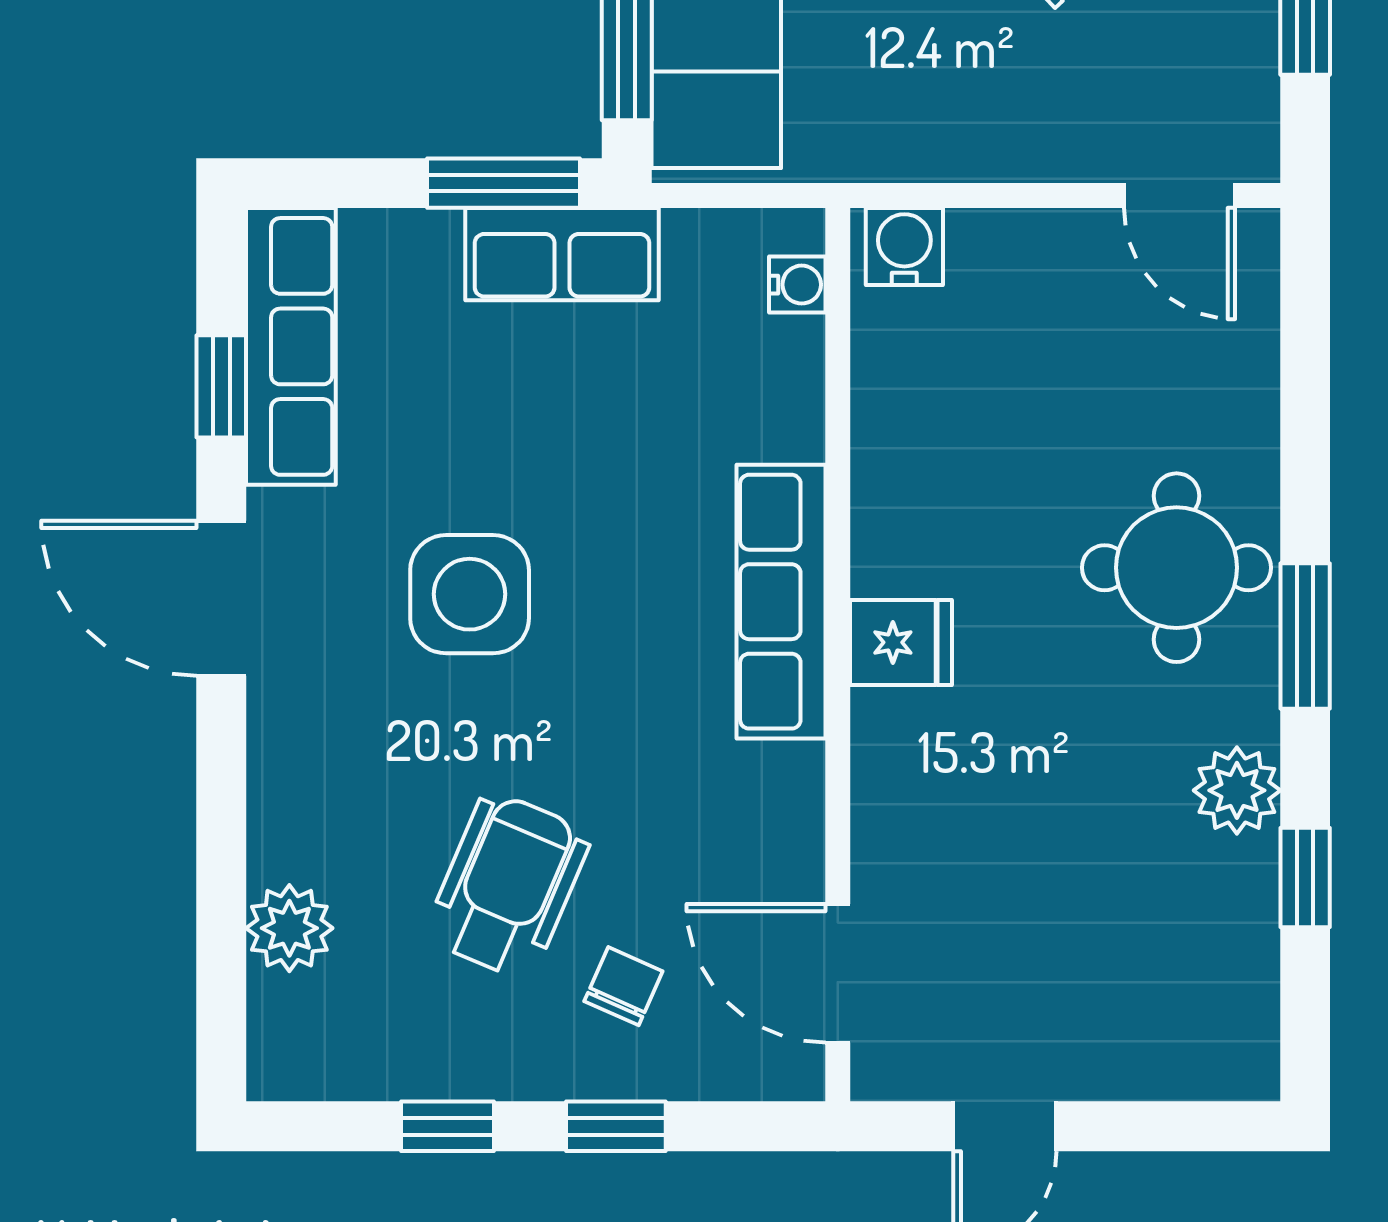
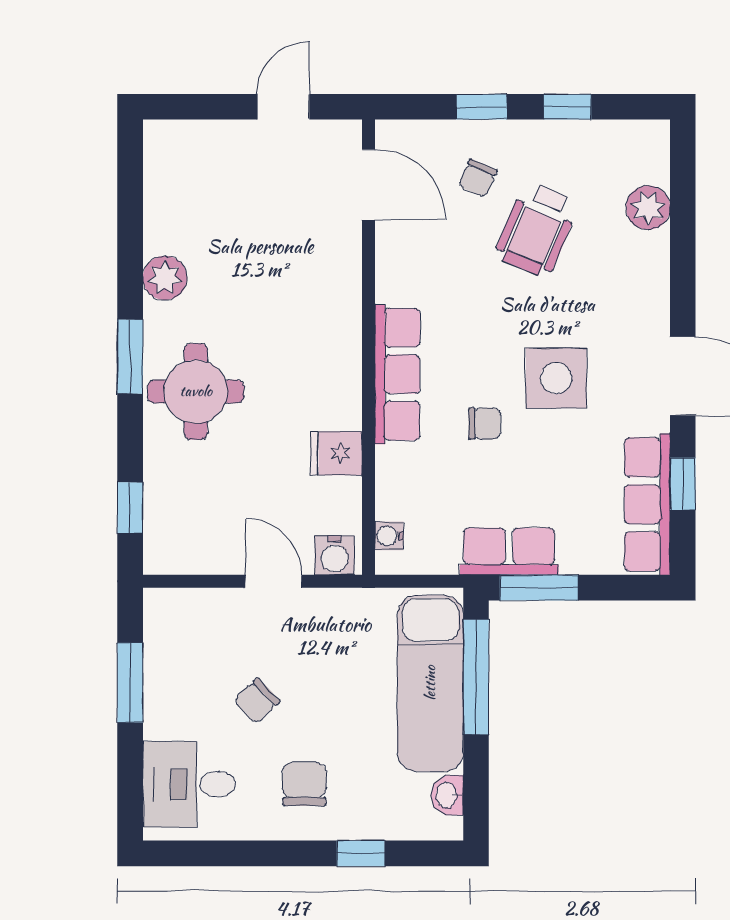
door: (1179, 195) -> (274, 581), moved
chair: (610, 505) -> (485, 423), added
fridge: (901, 642) -> (336, 453), moved
window: (1305, 878) -> (130, 508), moved

